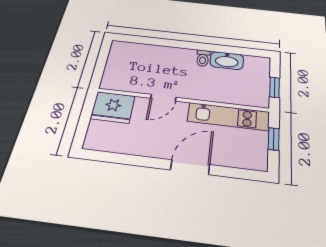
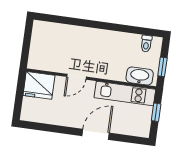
toilet: (203, 58) -> (146, 44), moved
washbasin: (227, 61) -> (140, 76), moved, turned 180

